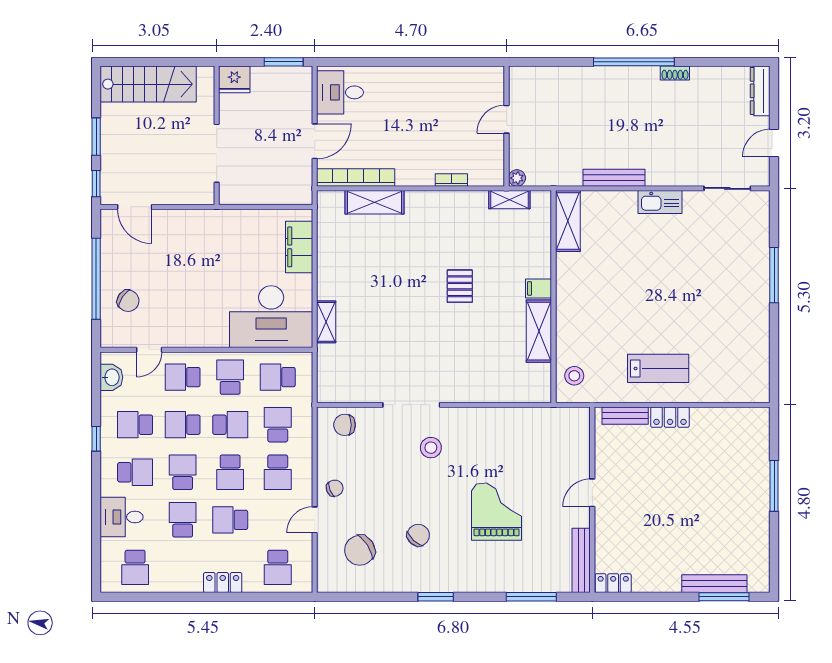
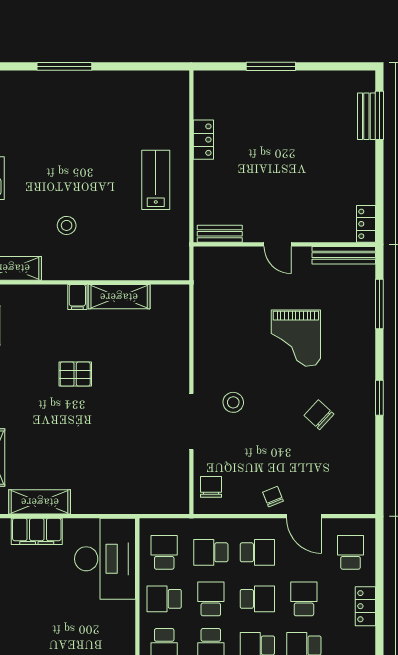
shelving: (326, 322) -> (40, 502), moved, width x1.50, depth x1.33
stool: (574, 376) -> (67, 225), moved
school desk: (278, 377) -> (164, 552), turned 180
bench: (625, 416) -> (220, 234), moved, turned 90
locker: (670, 417) -> (203, 140), moved
chair: (345, 425) -> (211, 487), turned 180
grand piano: (497, 512) -> (296, 338), turned -90
school desk: (230, 520) -> (304, 599), turned 180
door: (315, 520) -> (304, 516), width x1.38
chair: (360, 550) -> (334, 472), removed
school desk: (278, 567) -> (350, 552), turned -90
bench: (714, 584) -> (366, 116), width x0.73

